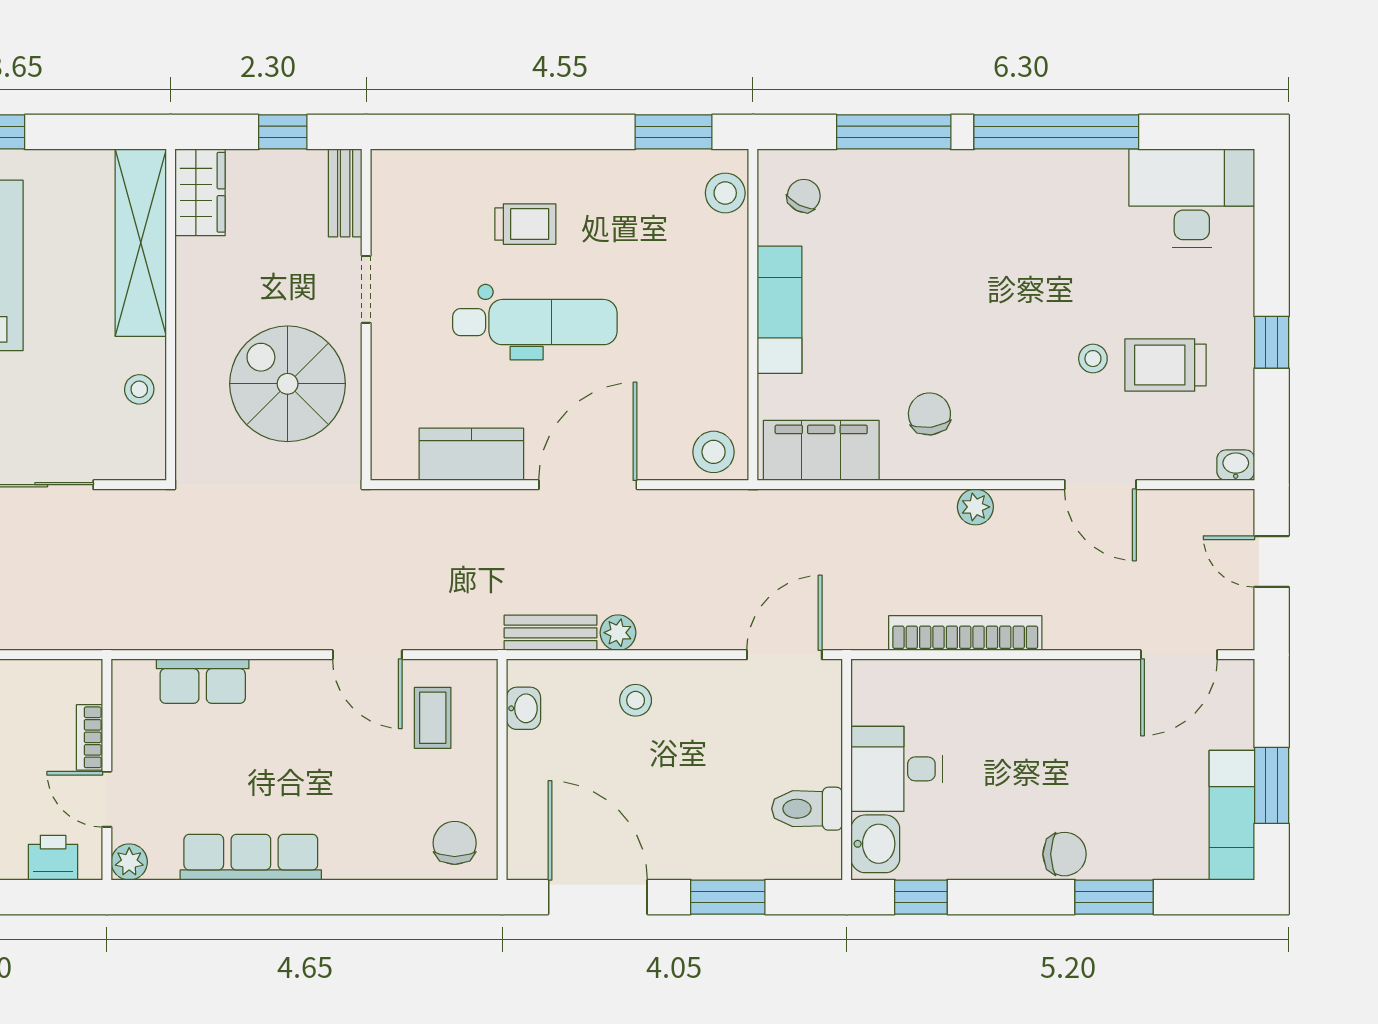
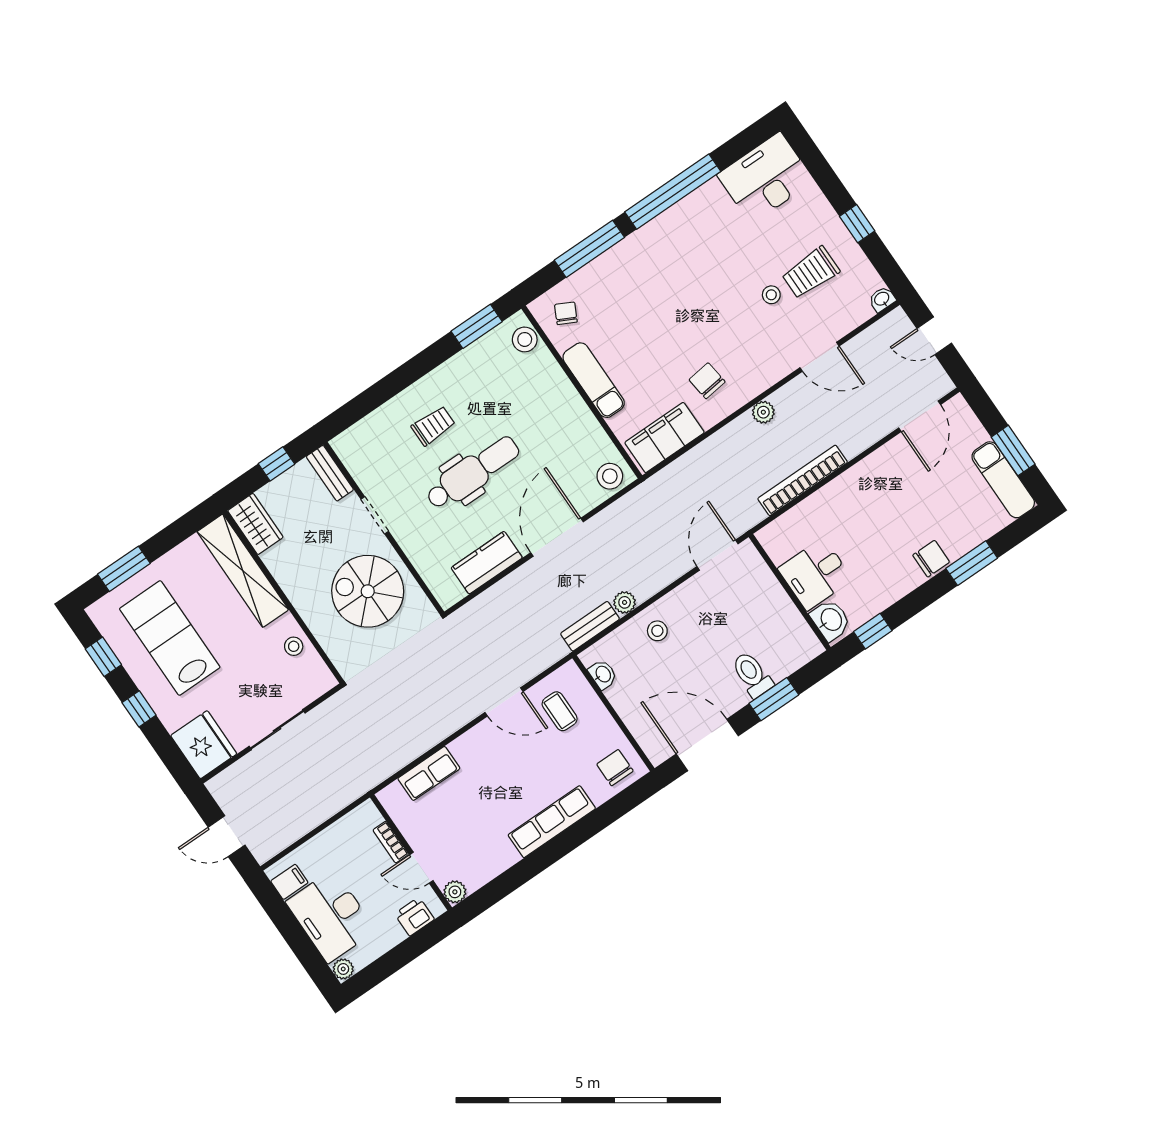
toilet: (807, 809) -> (752, 675), moved, turned 90
row of seats: (251, 857) -> (552, 822), moved

